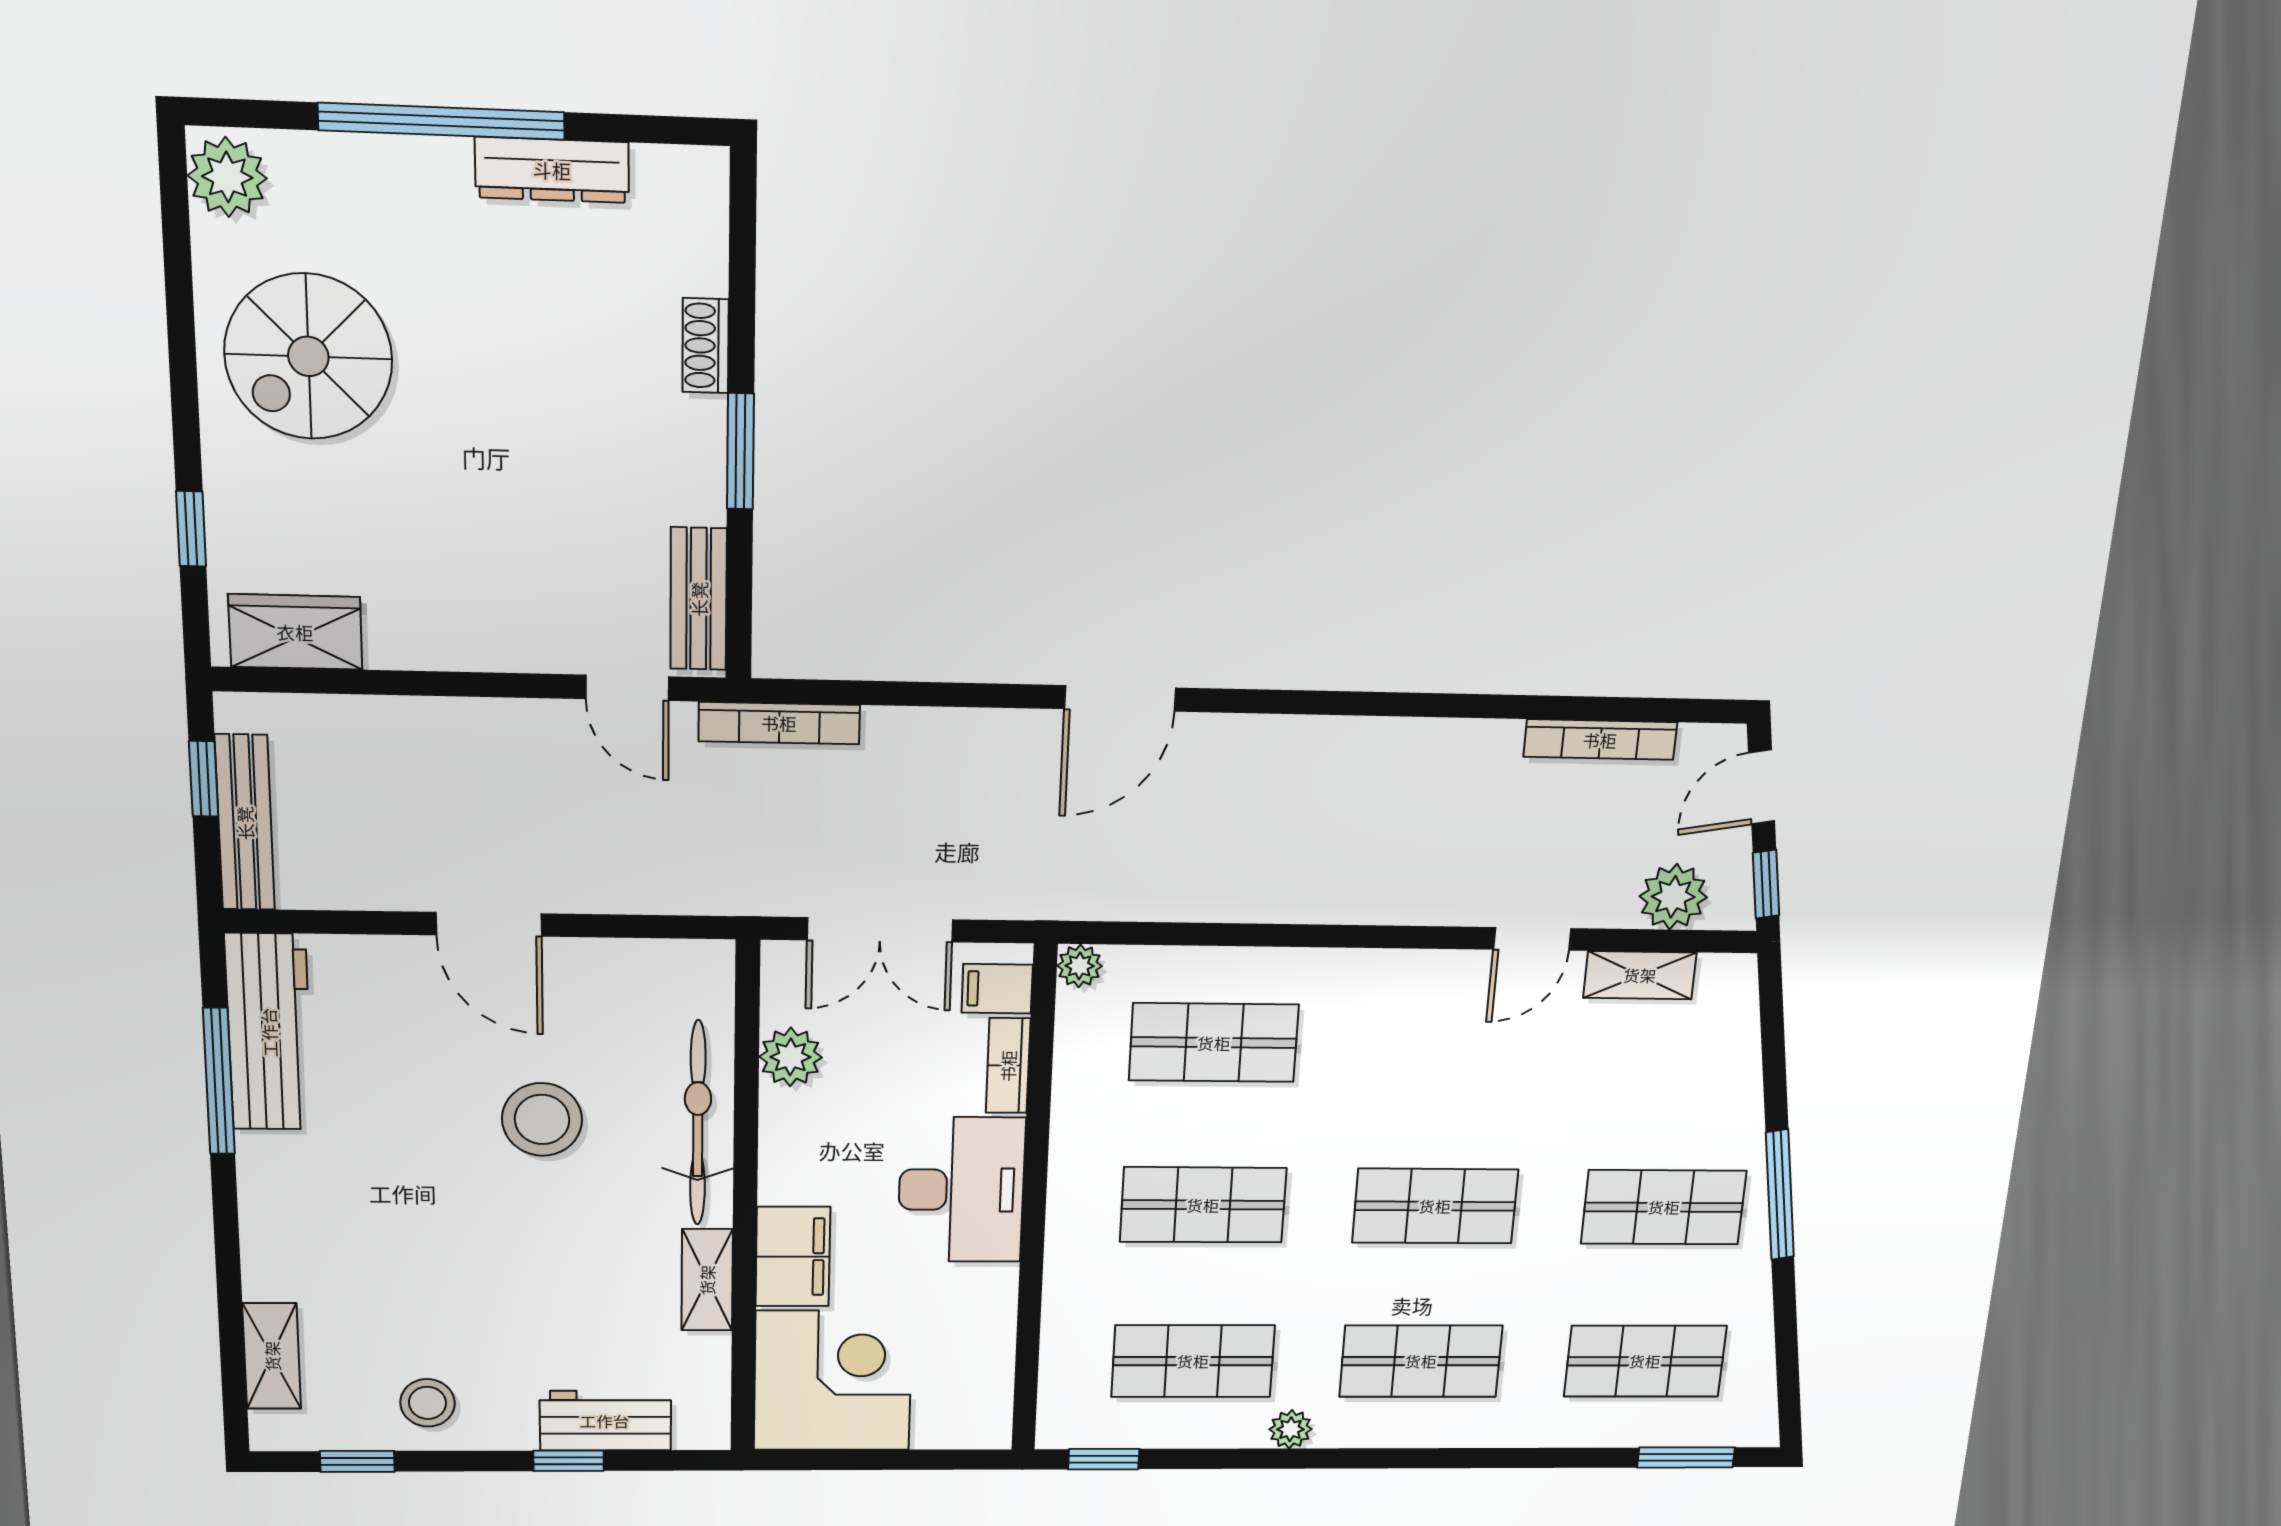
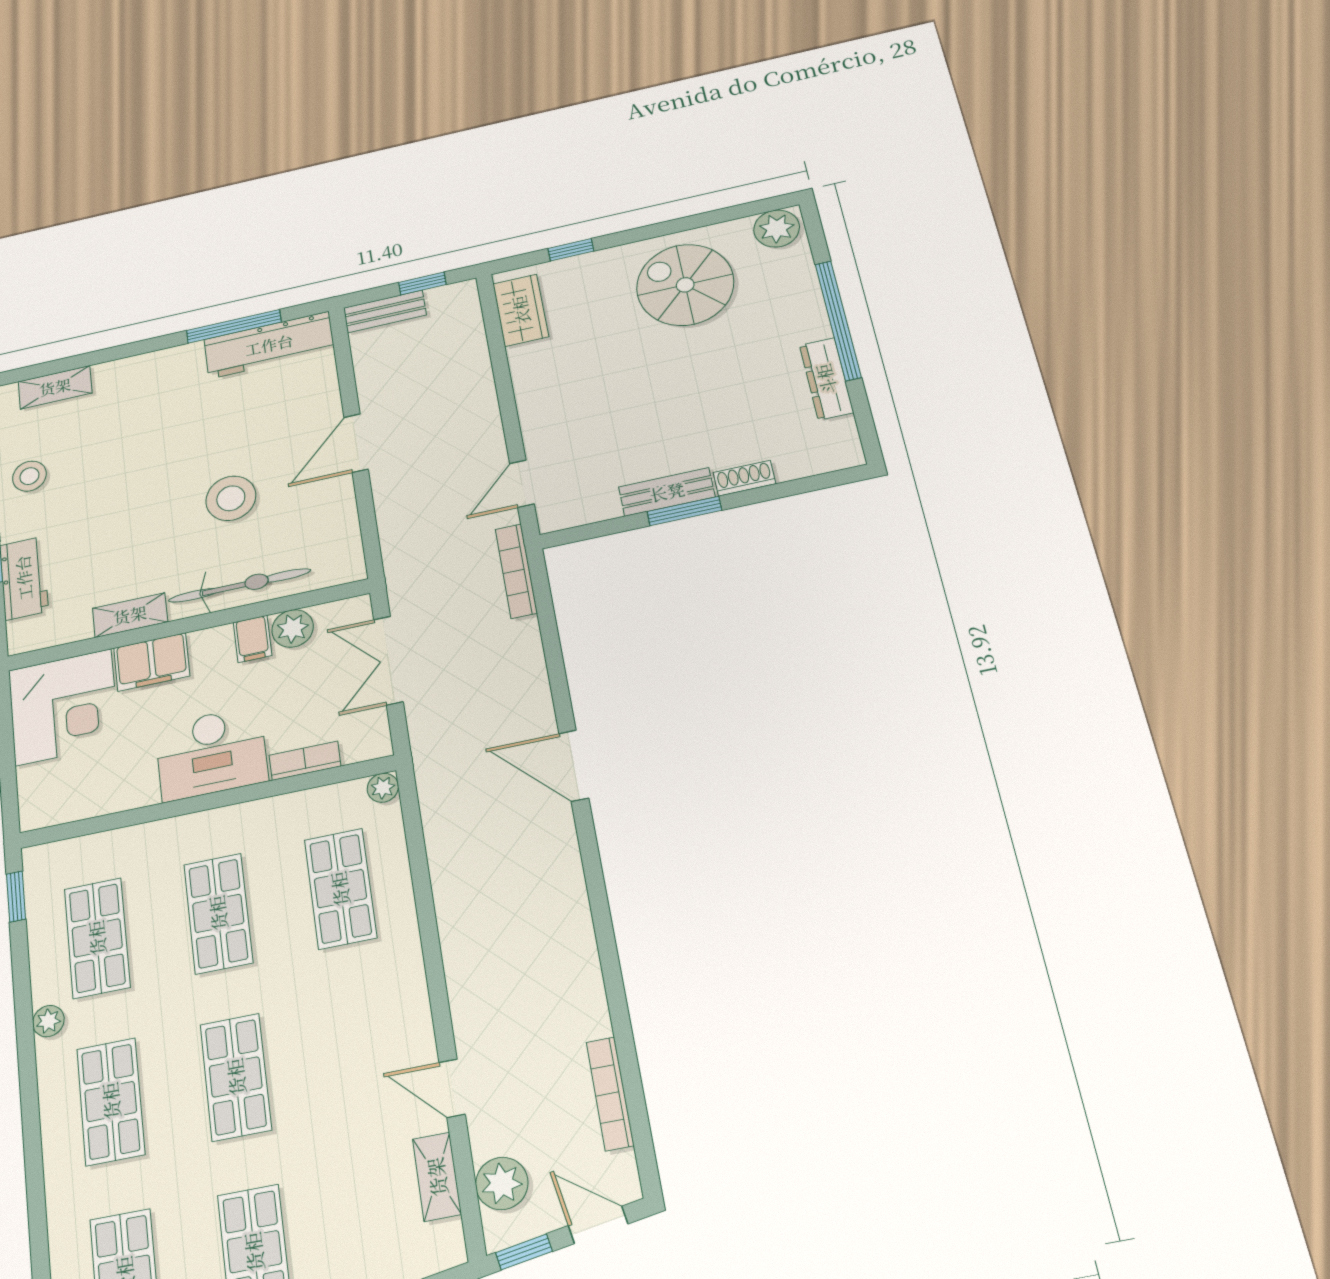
bench: (699, 599) -> (667, 492), moved
bench: (245, 823) -> (385, 311), width x0.73
filing cabinet: (997, 989) -> (252, 639), moved, turned 180

